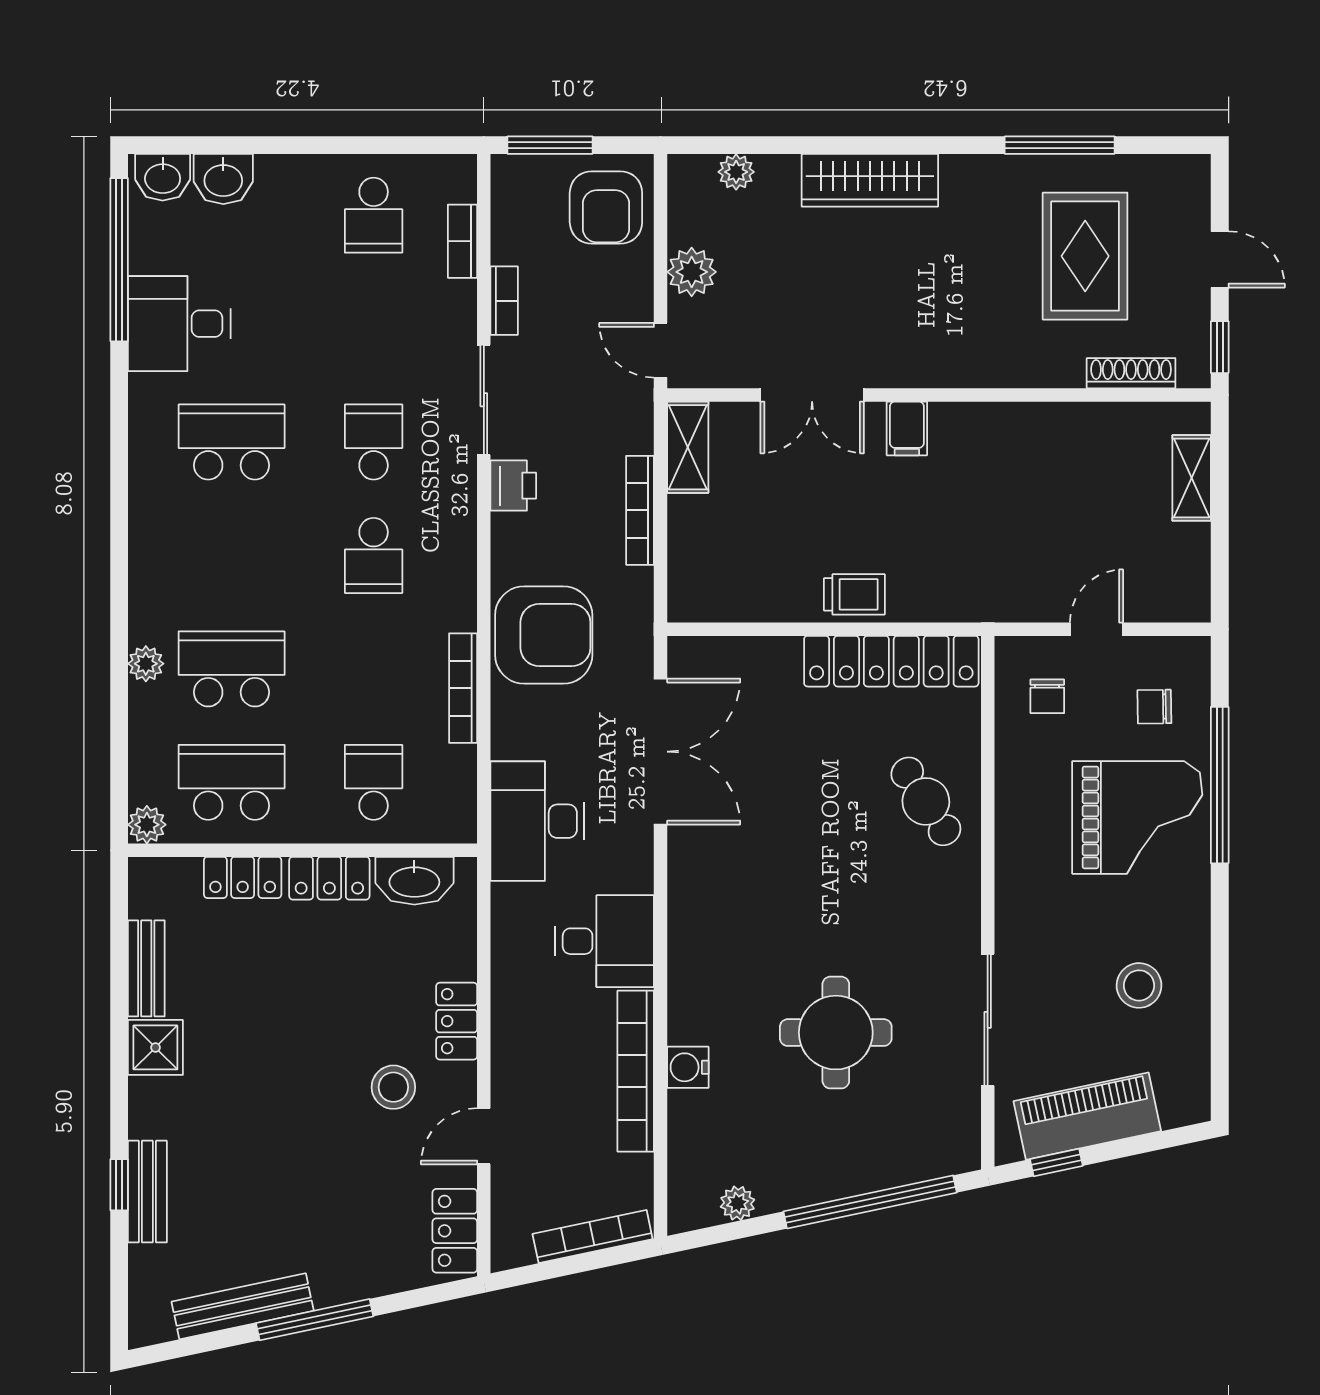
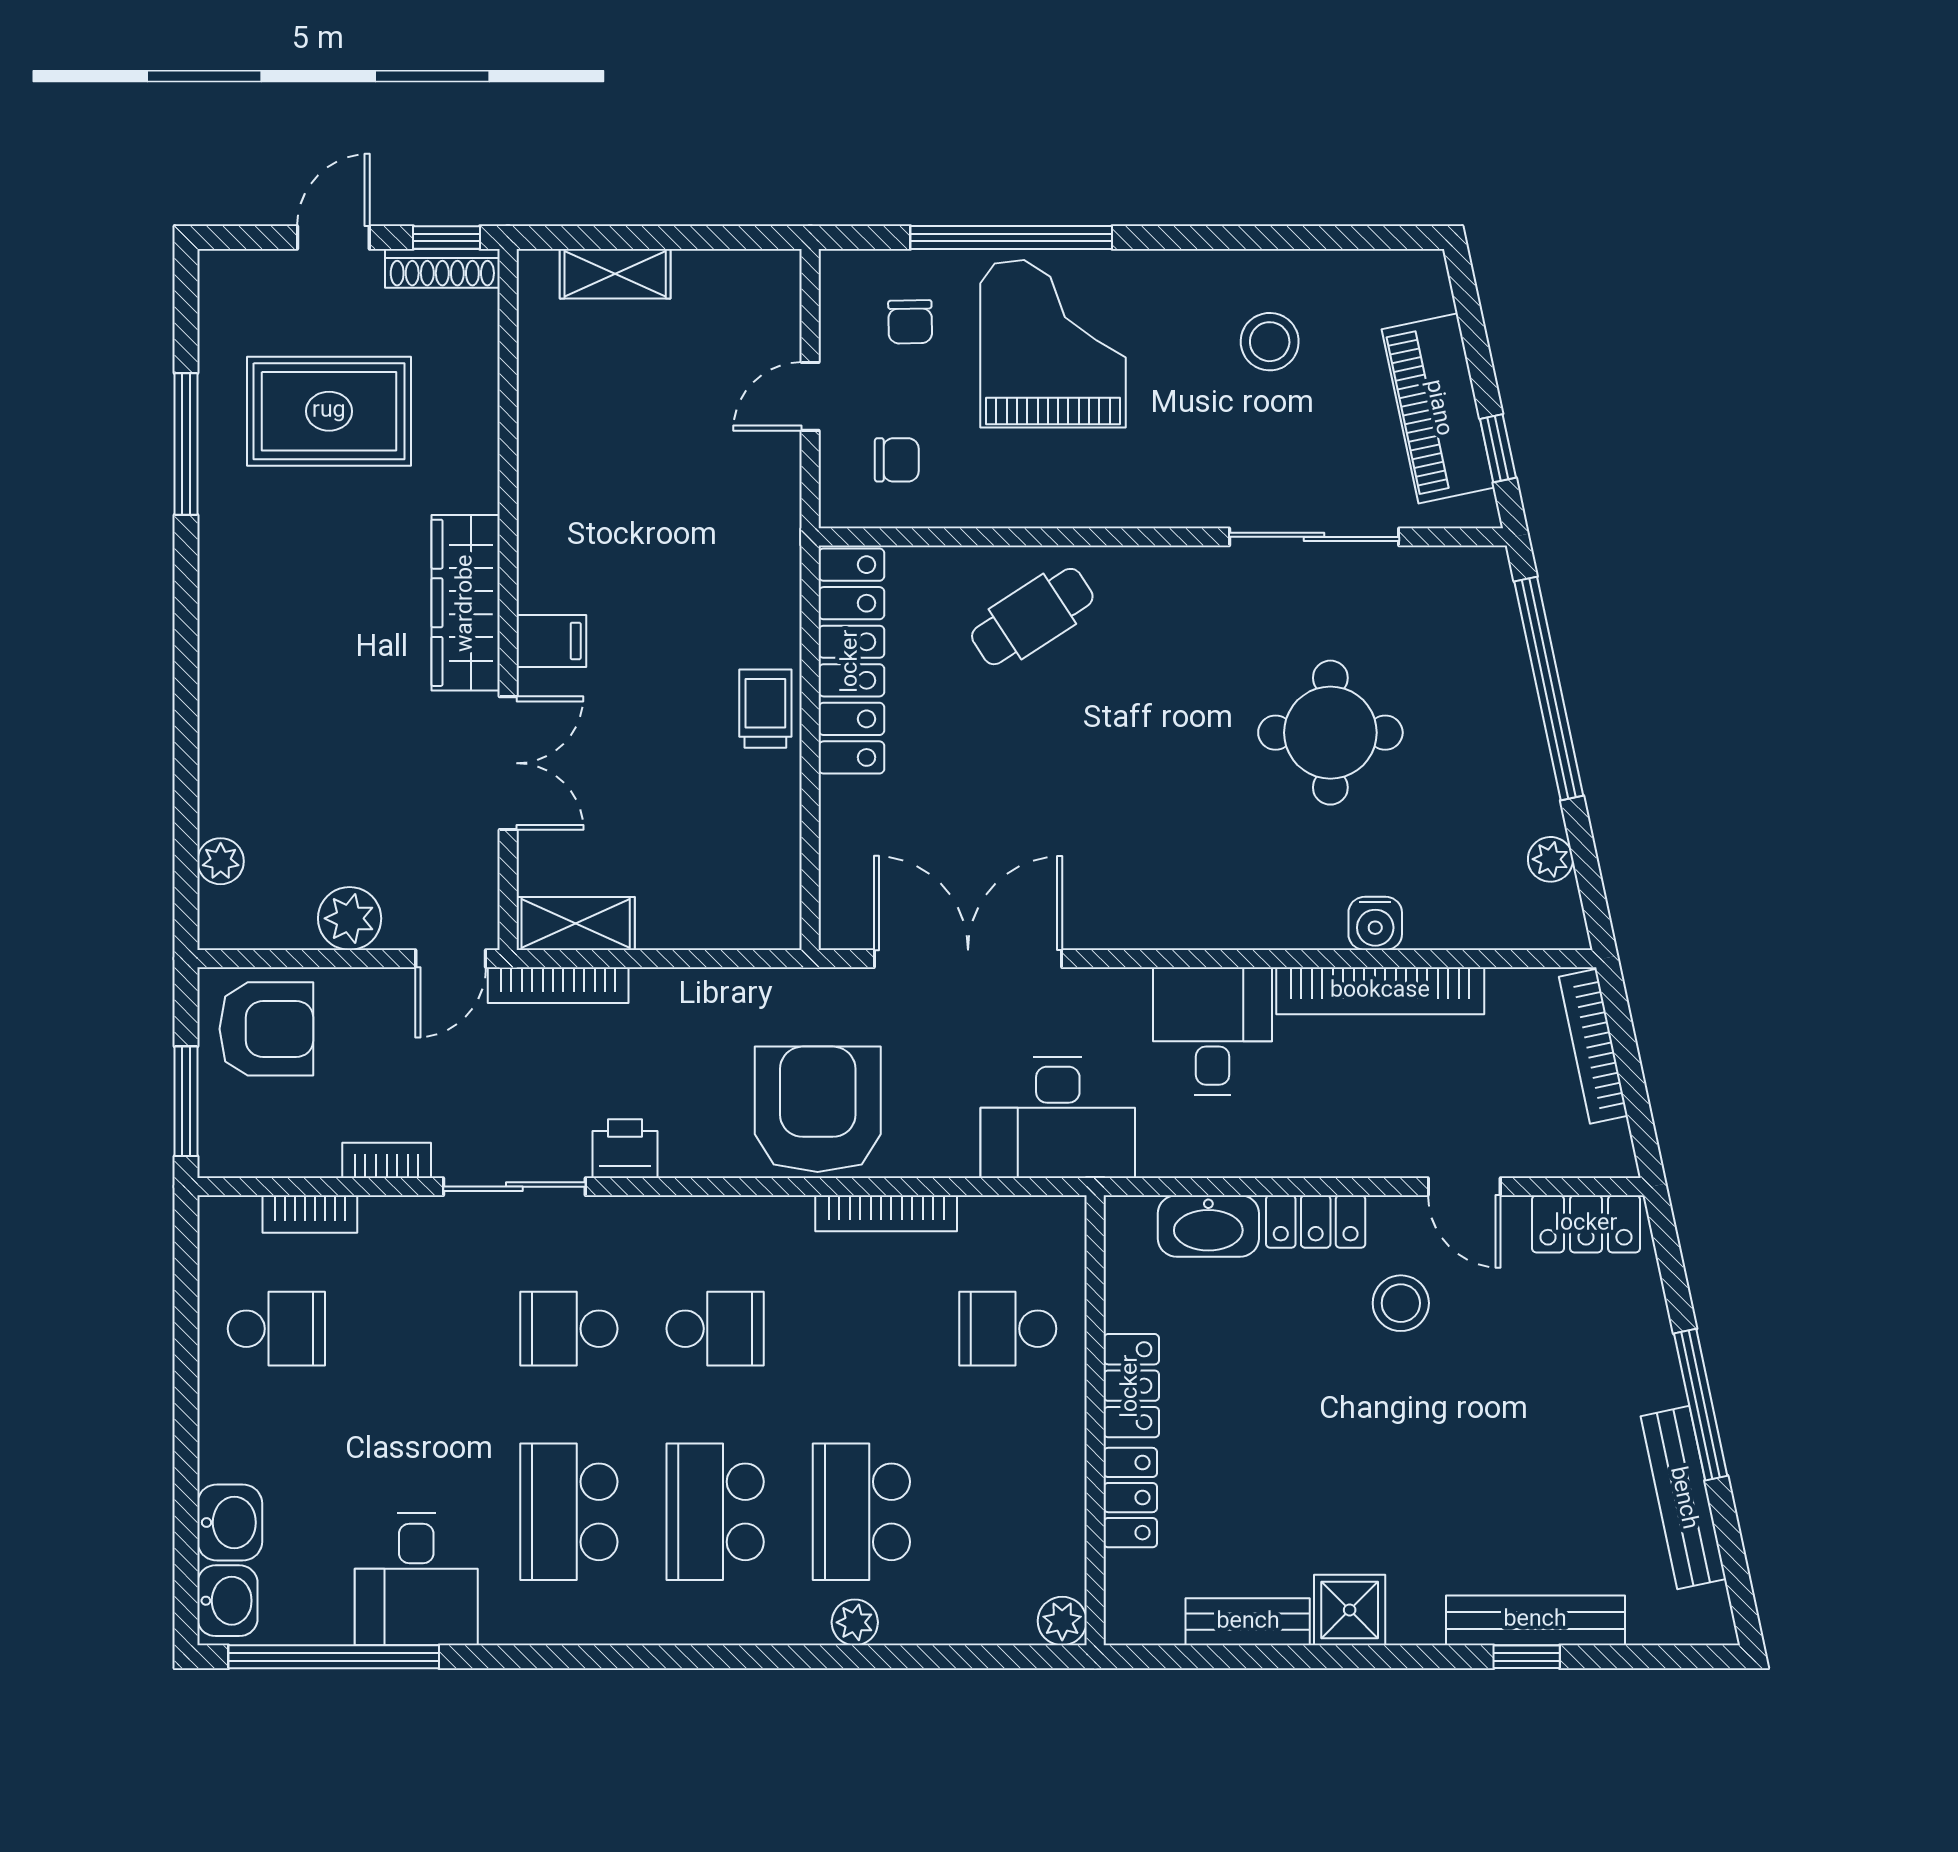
wardrobe: (870, 180) -> (466, 603), moved, turned 180
shoe rack: (1131, 373) -> (442, 268), moved, turned -90
bookcase: (640, 510) -> (558, 985), moved
door: (1096, 629) -> (810, 396), hinge flipped
school desk: (232, 782) -> (715, 1512), moved
washbasin: (414, 881) -> (1208, 1226), moved, turned 90
bench: (147, 1192) -> (1535, 1620), width x1.36

